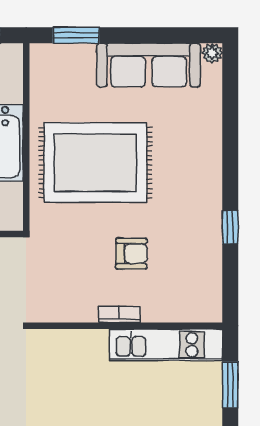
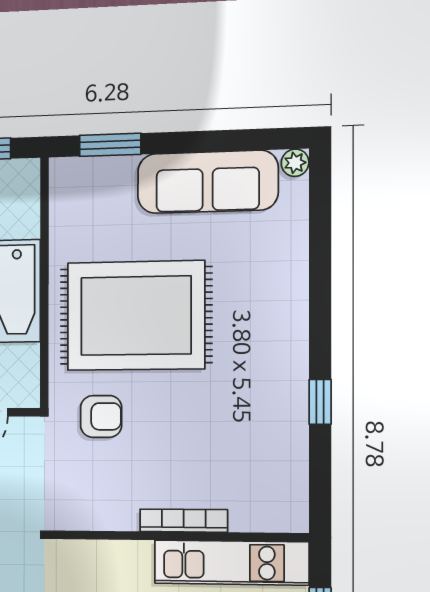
armchair: (131, 254) -> (101, 416), moved
bookcase: (119, 314) -> (184, 521), width x1.56

